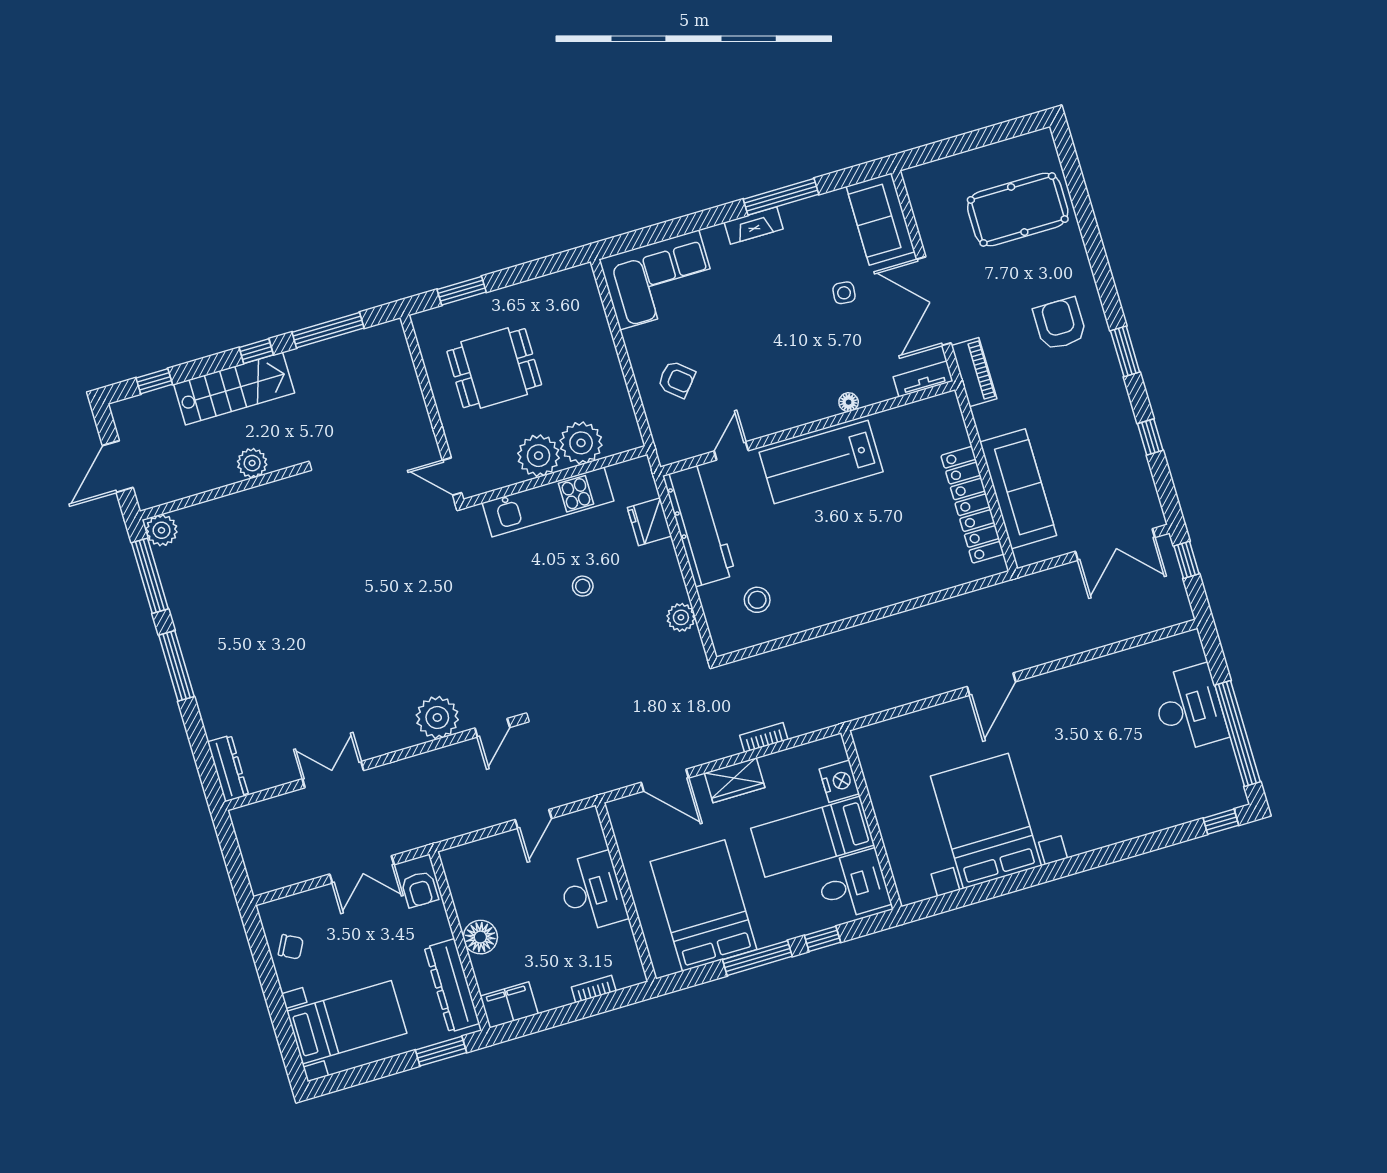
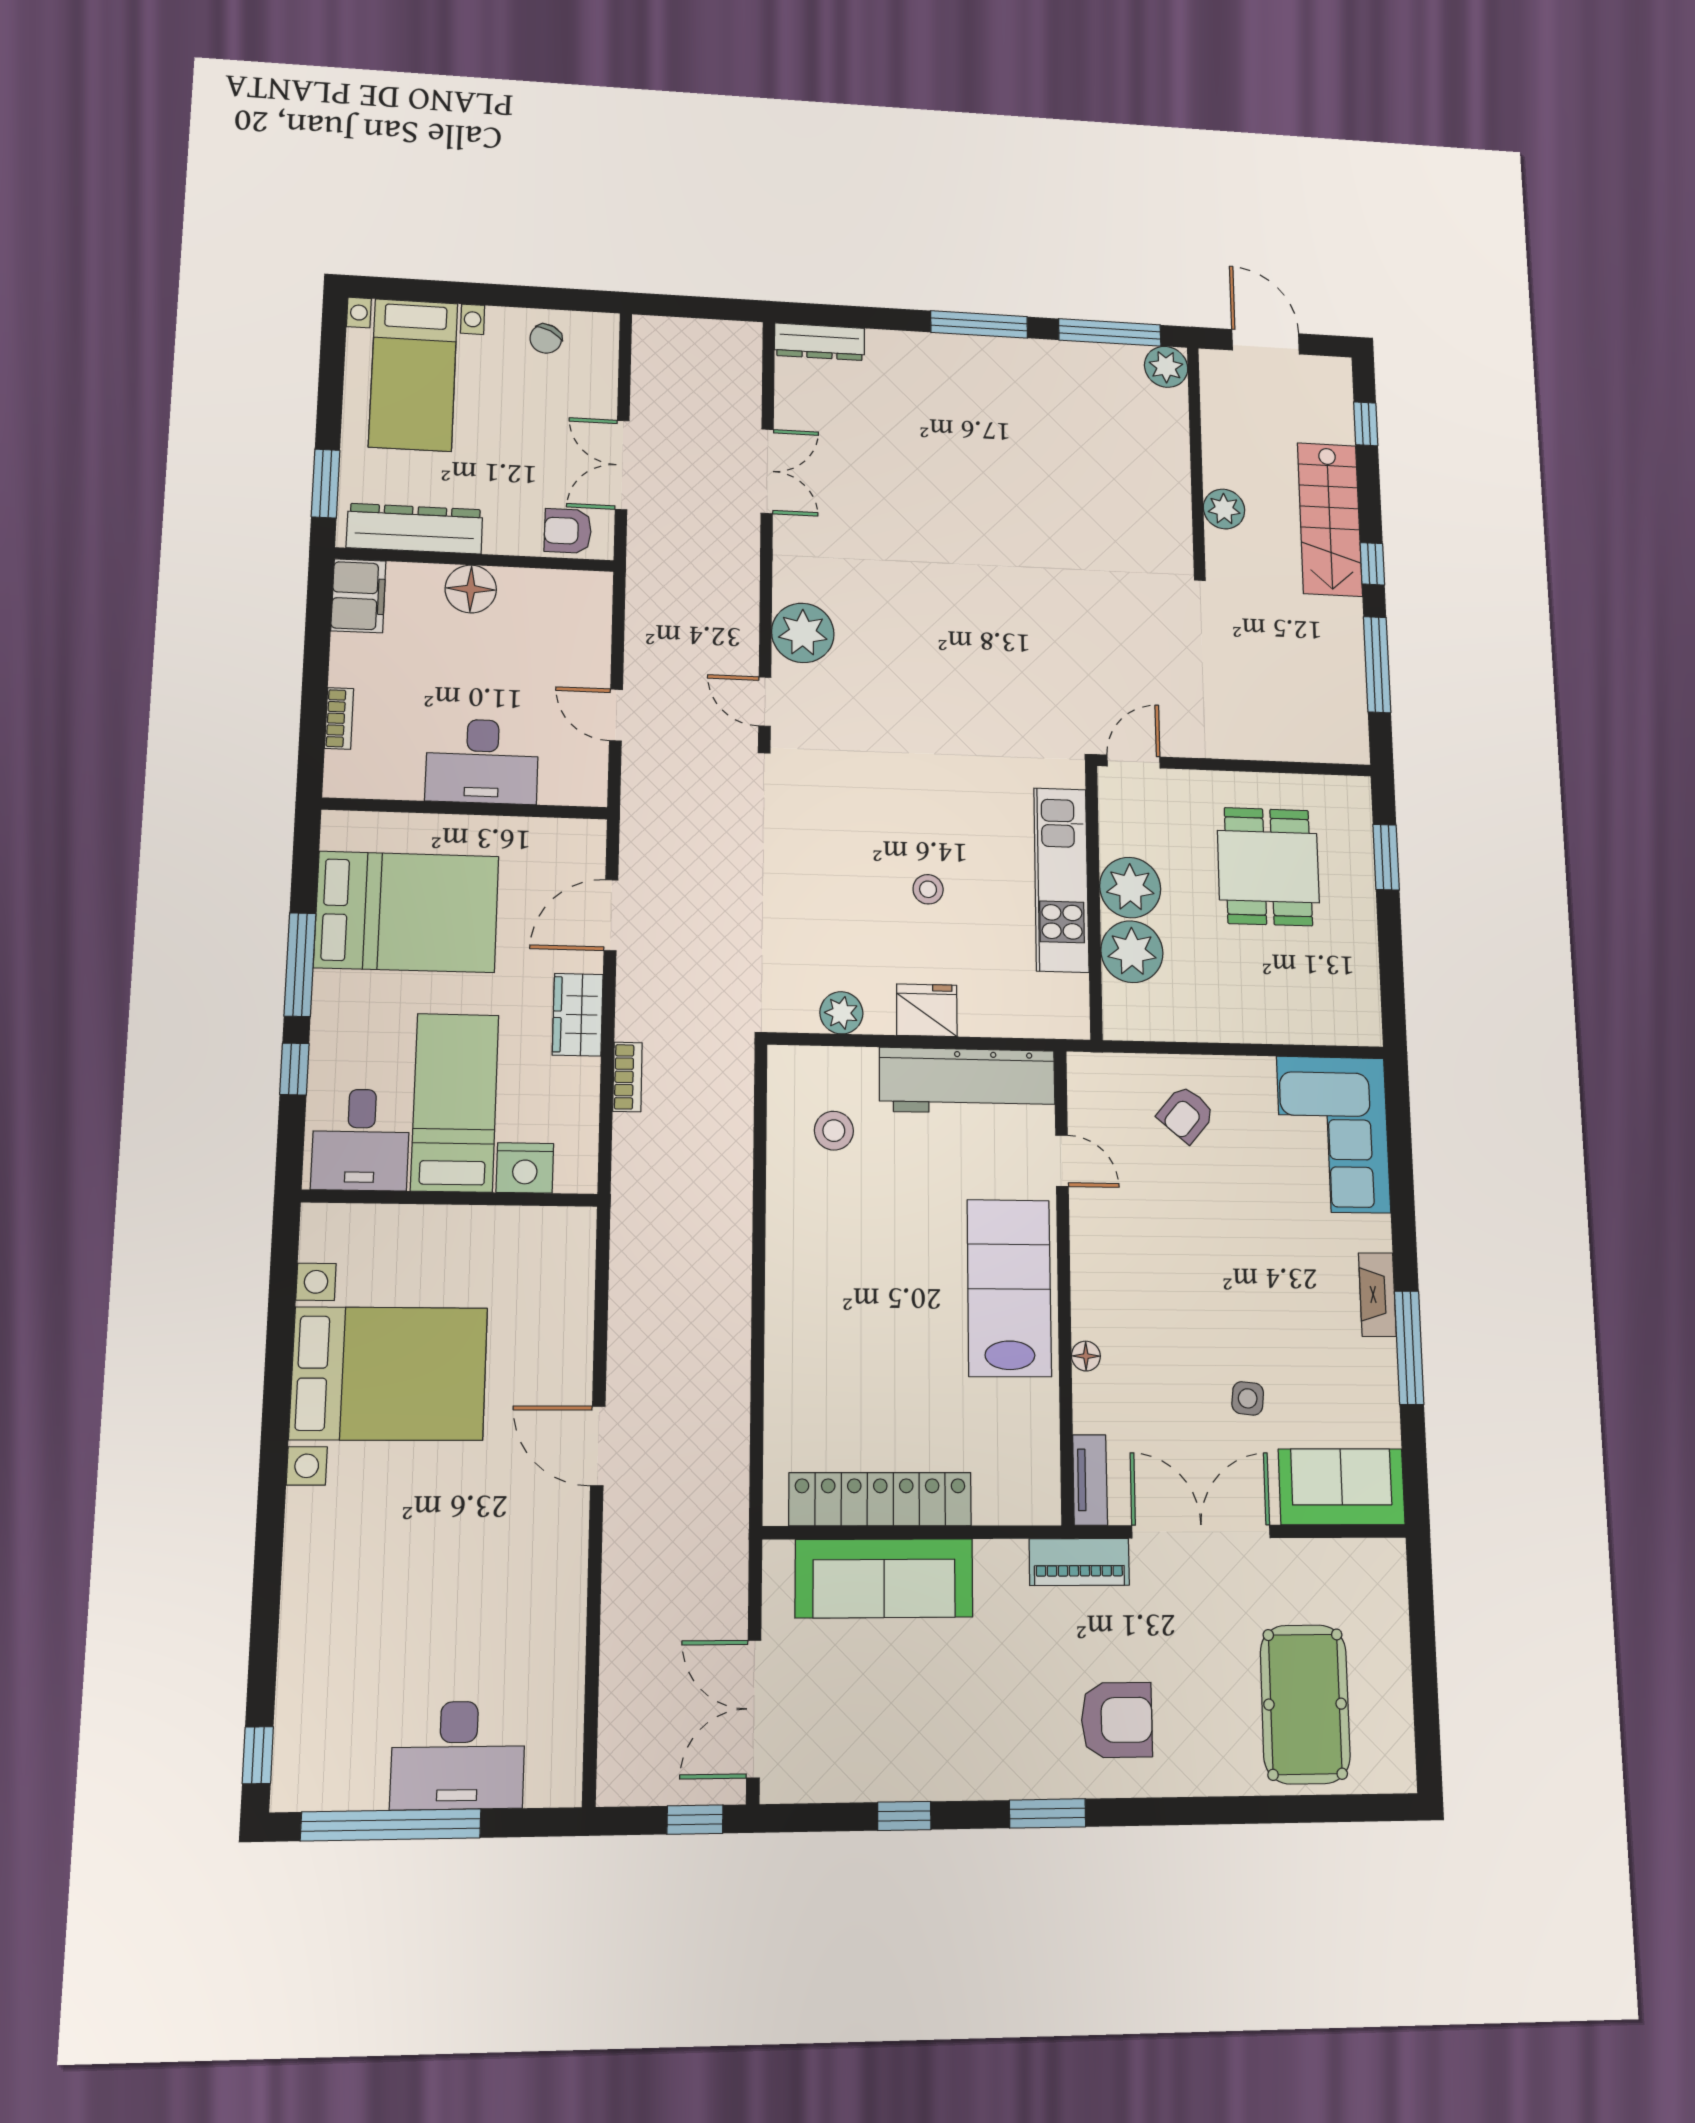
fridge: (650, 522) -> (927, 1010), moved

